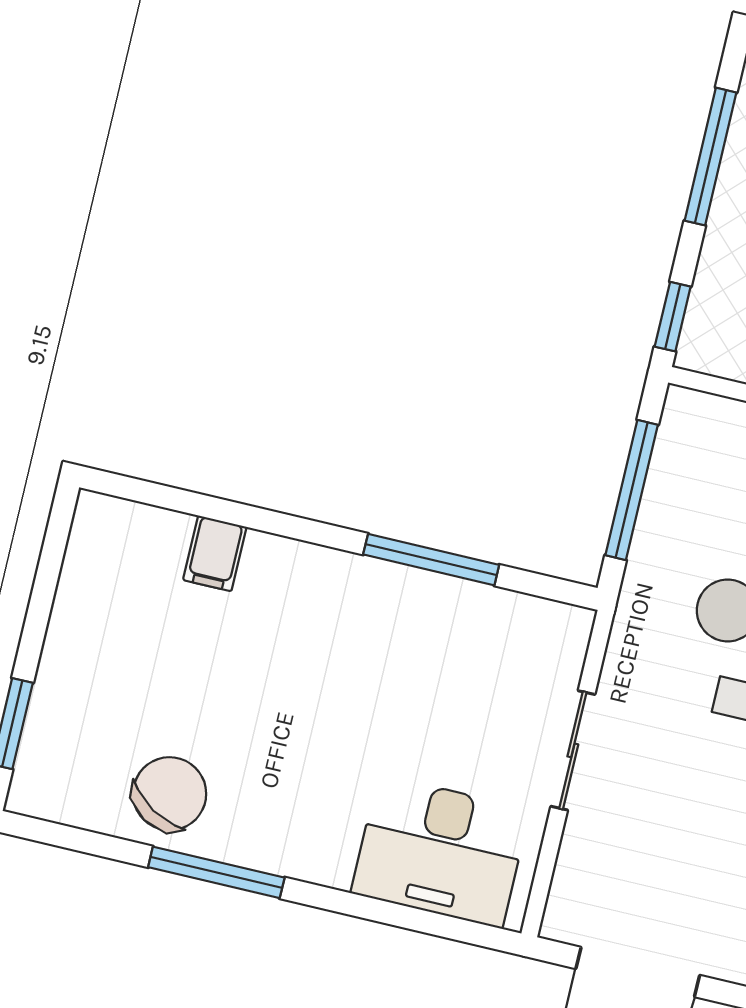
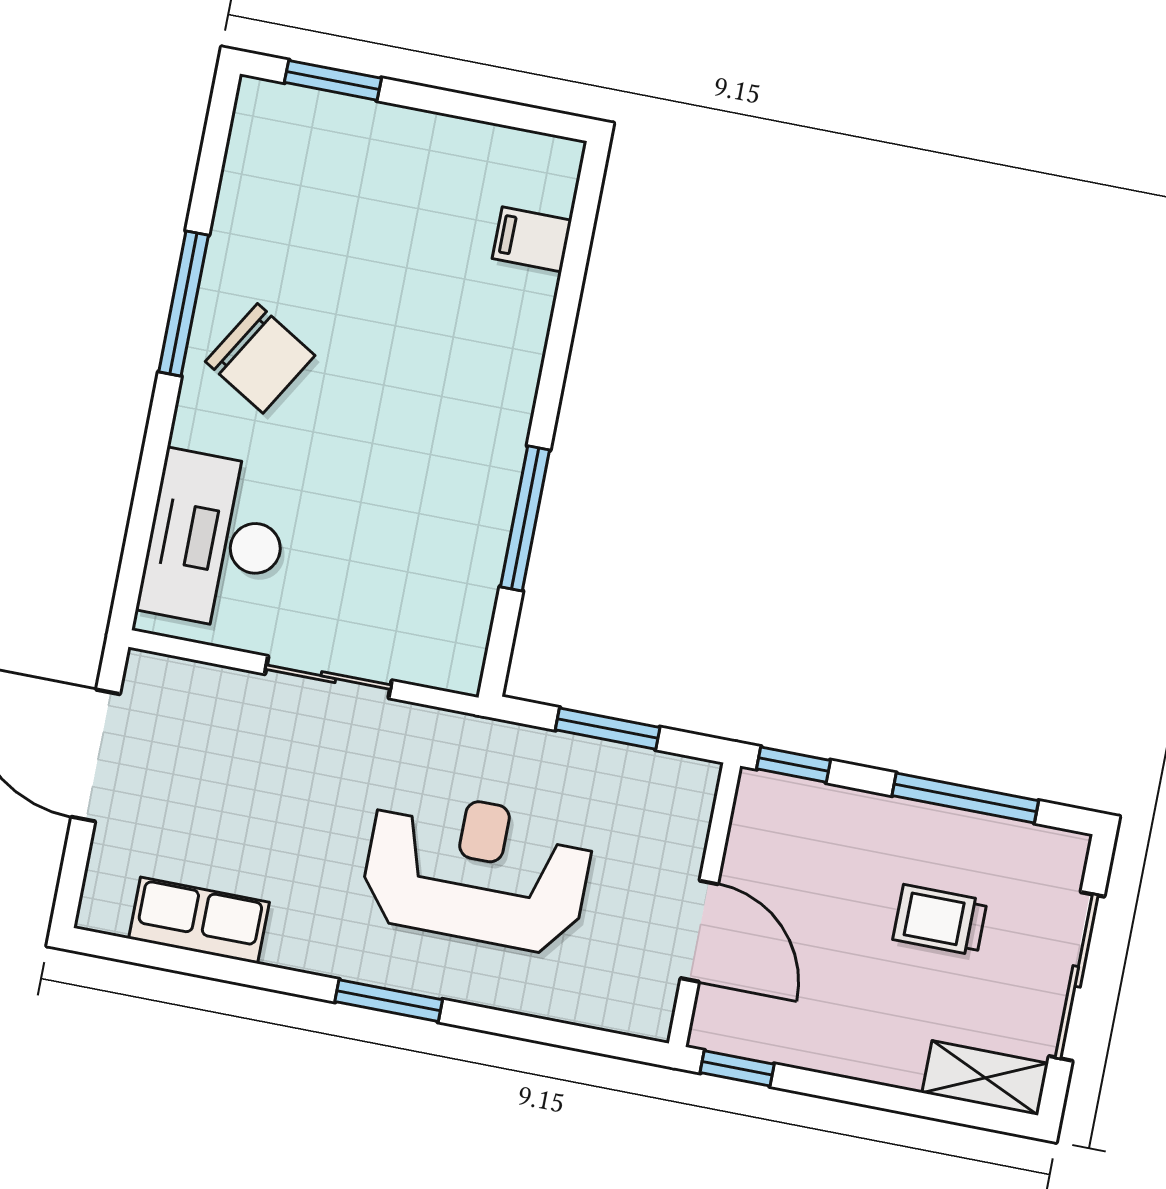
window: (632, 490) -> (608, 729), width x0.69
filing cabinet: (215, 553) -> (532, 239), moved
chair: (170, 794) -> (260, 358), moved

